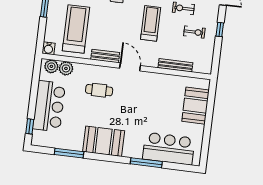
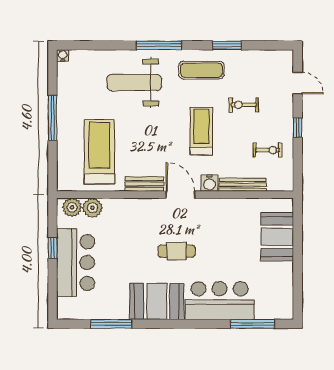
exercise bike: (194, 32) -> (267, 150), moved
water cooler: (49, 48) -> (209, 183), moved
cafe table: (99, 90) -> (176, 251), moved
window: (30, 126) -> (53, 248), moved
bar counter: (169, 149) -> (220, 301), moved
window: (146, 163) -> (253, 324), moved

